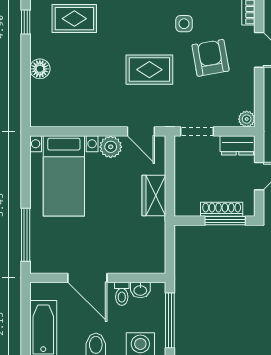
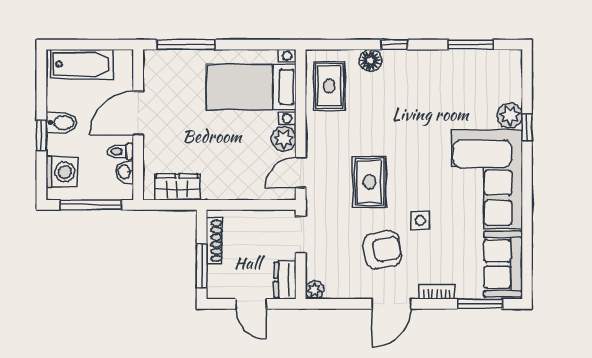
rug: (74, 19) -> (329, 86), moved
window: (26, 22) -> (394, 45), moved
wardrobe: (154, 196) -> (177, 187), moved
shoe rack: (222, 209) -> (214, 241), moved

